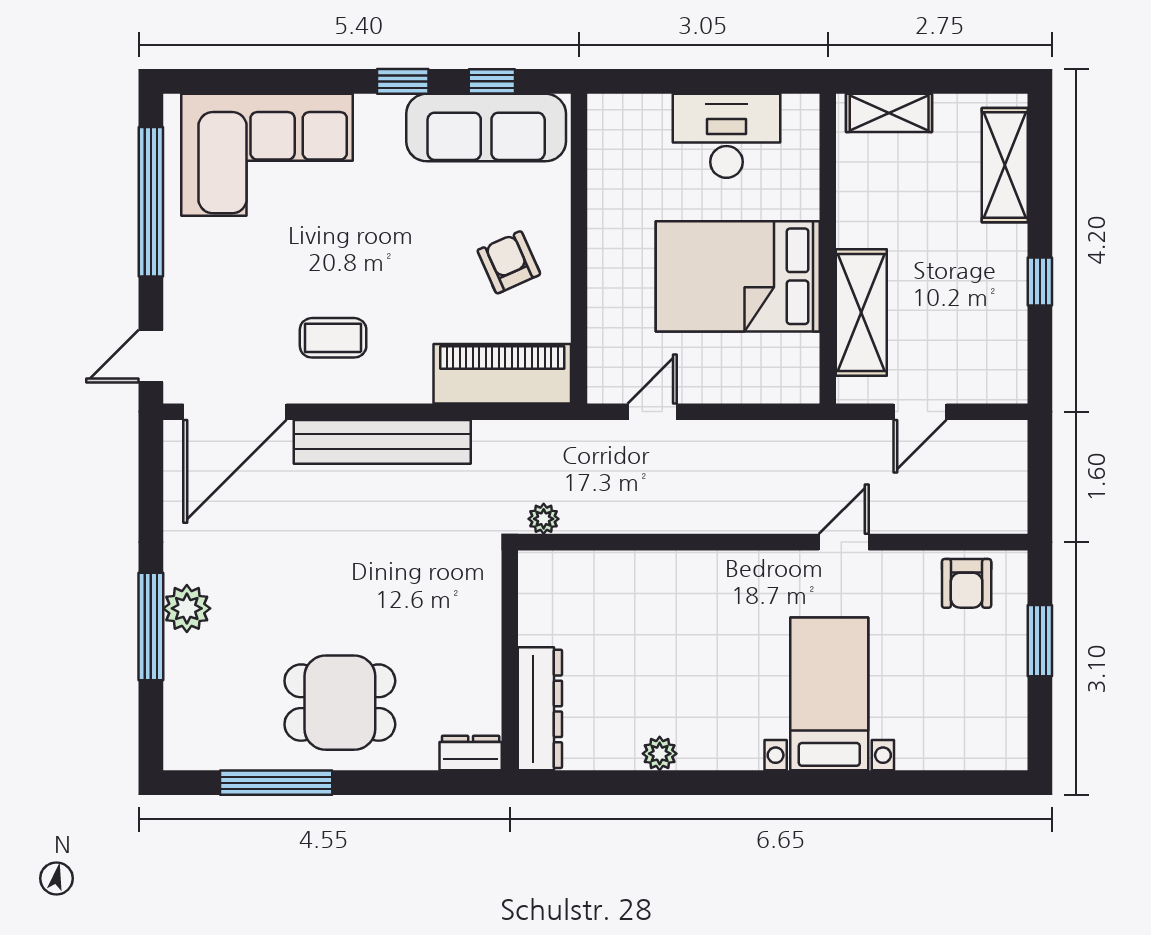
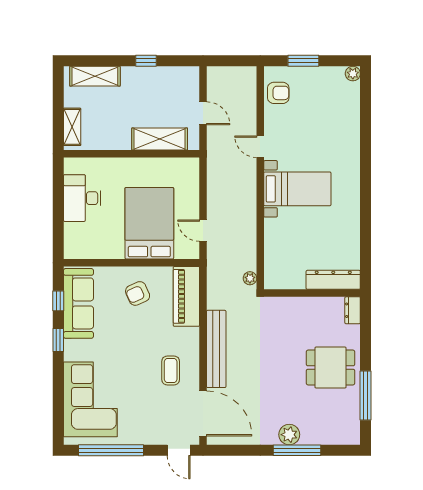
bed: (738, 276) -> (149, 223), moved, turned 180
bed with nightstands: (829, 694) -> (297, 189), moved, turned 180
dining table: (340, 703) -> (330, 368), turned 90
plant: (660, 754) -> (353, 74), moved

